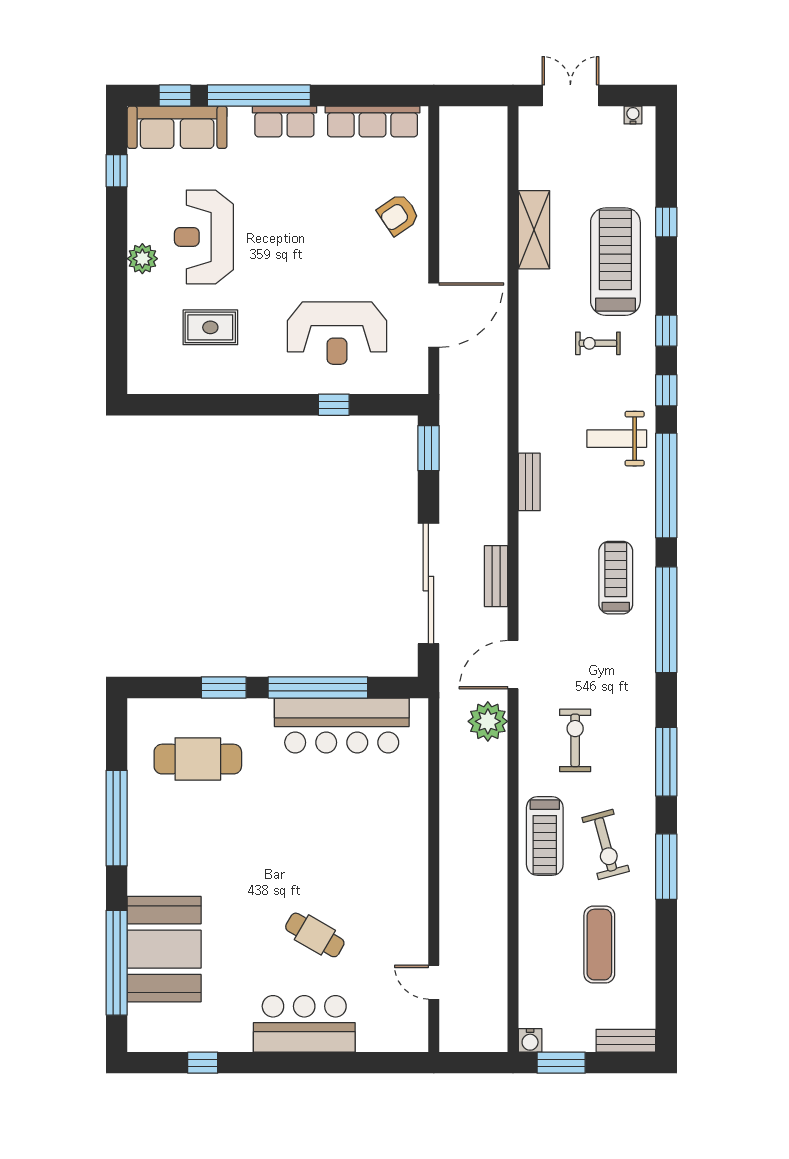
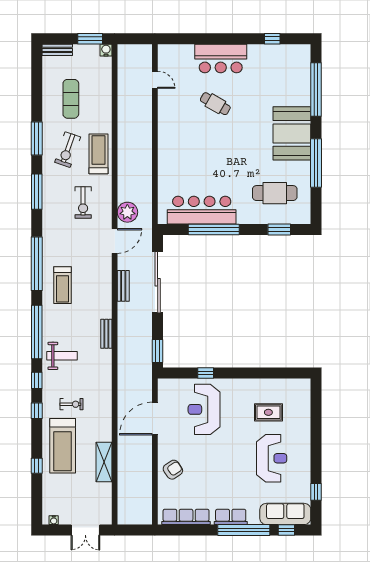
plant: (142, 259) -> (303, 447), removed
reception desk: (337, 333) -> (204, 409), turned -90
window: (224, 687) -> (279, 229), moved
exercise bike: (606, 844) -> (68, 150), turned -146
booth: (164, 949) -> (292, 133), moved

